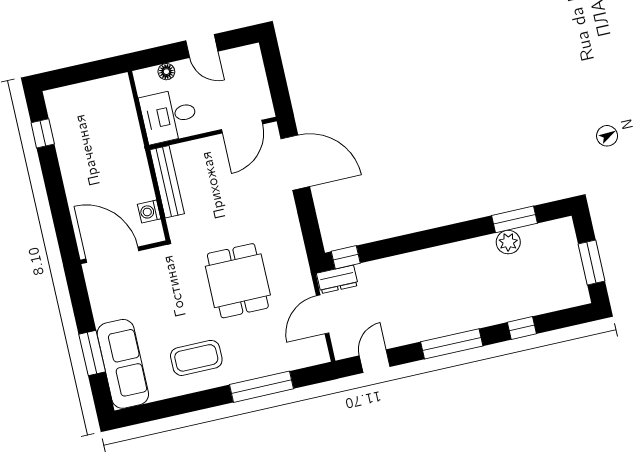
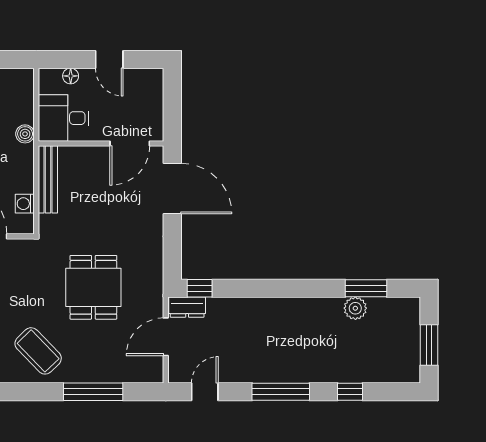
boiler: (133, 141) -> (25, 134), added
coffee table: (196, 358) -> (38, 351), turned 46

